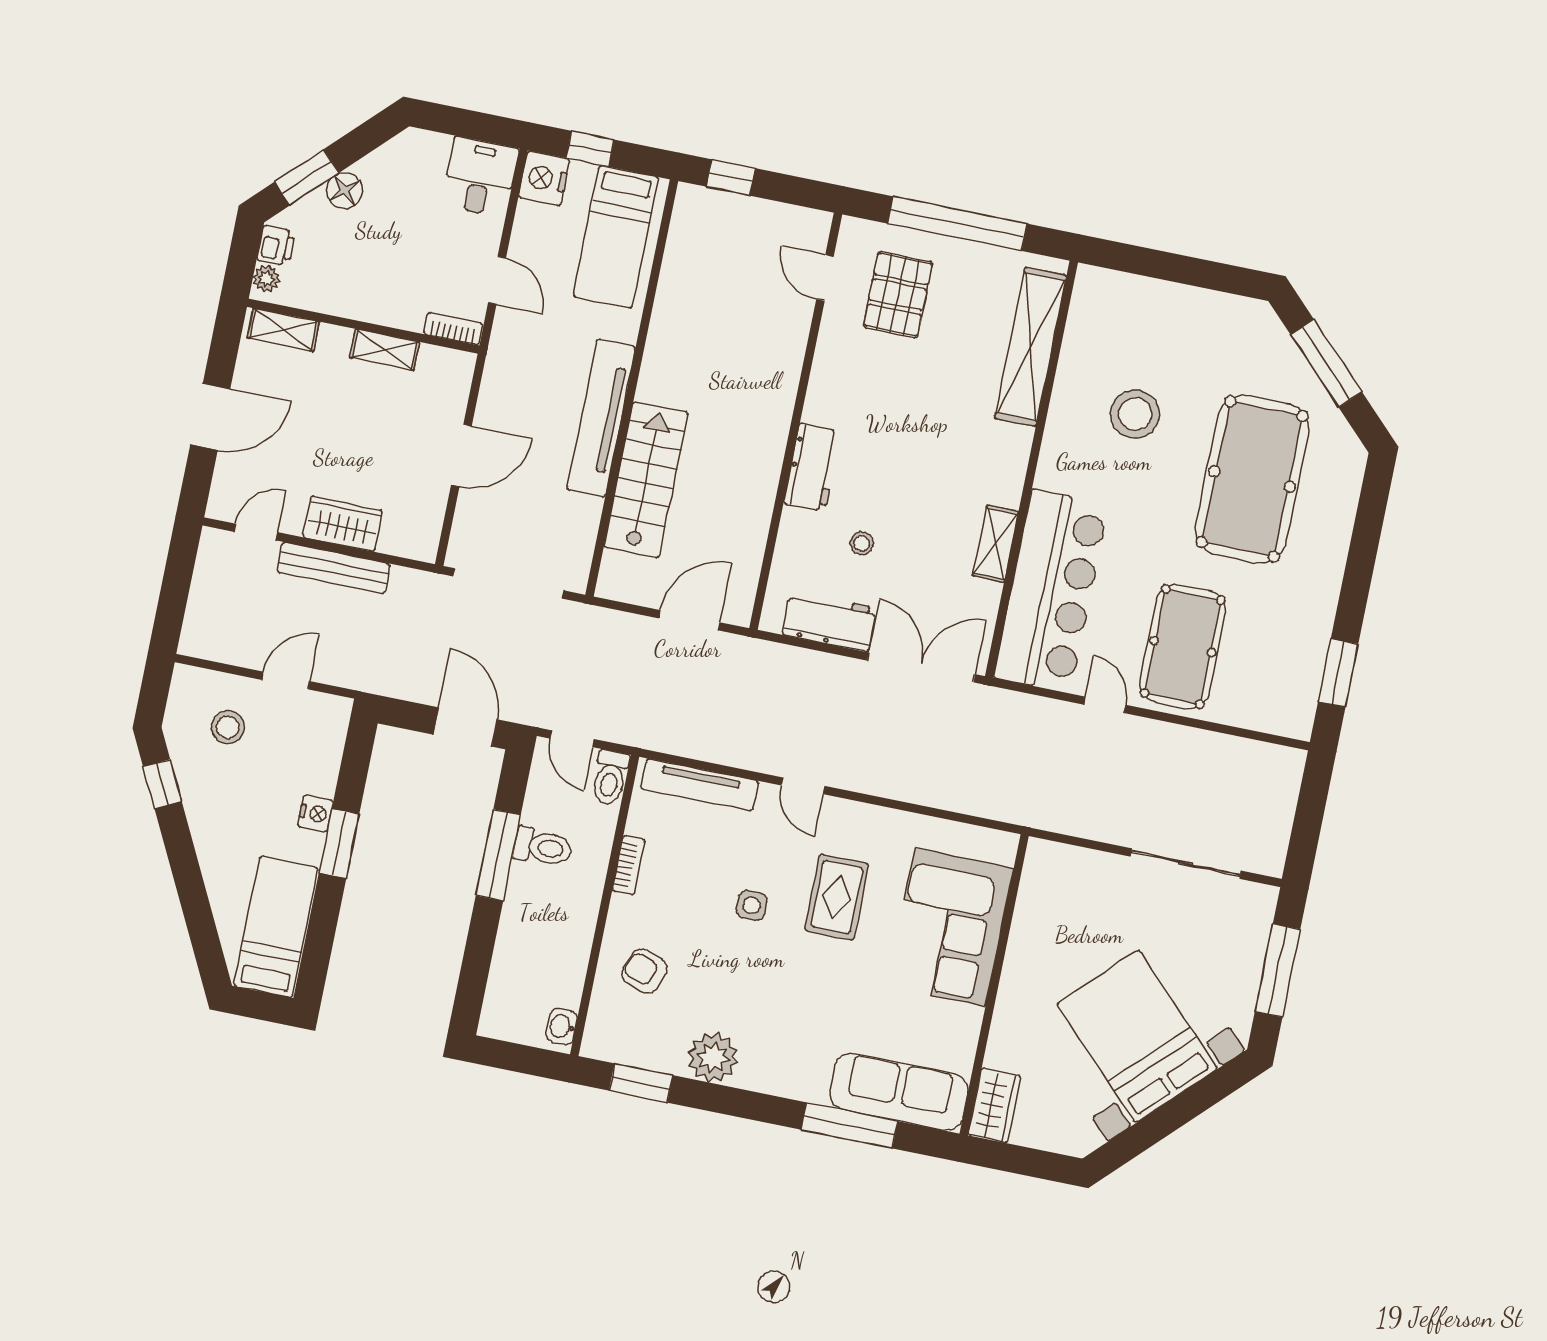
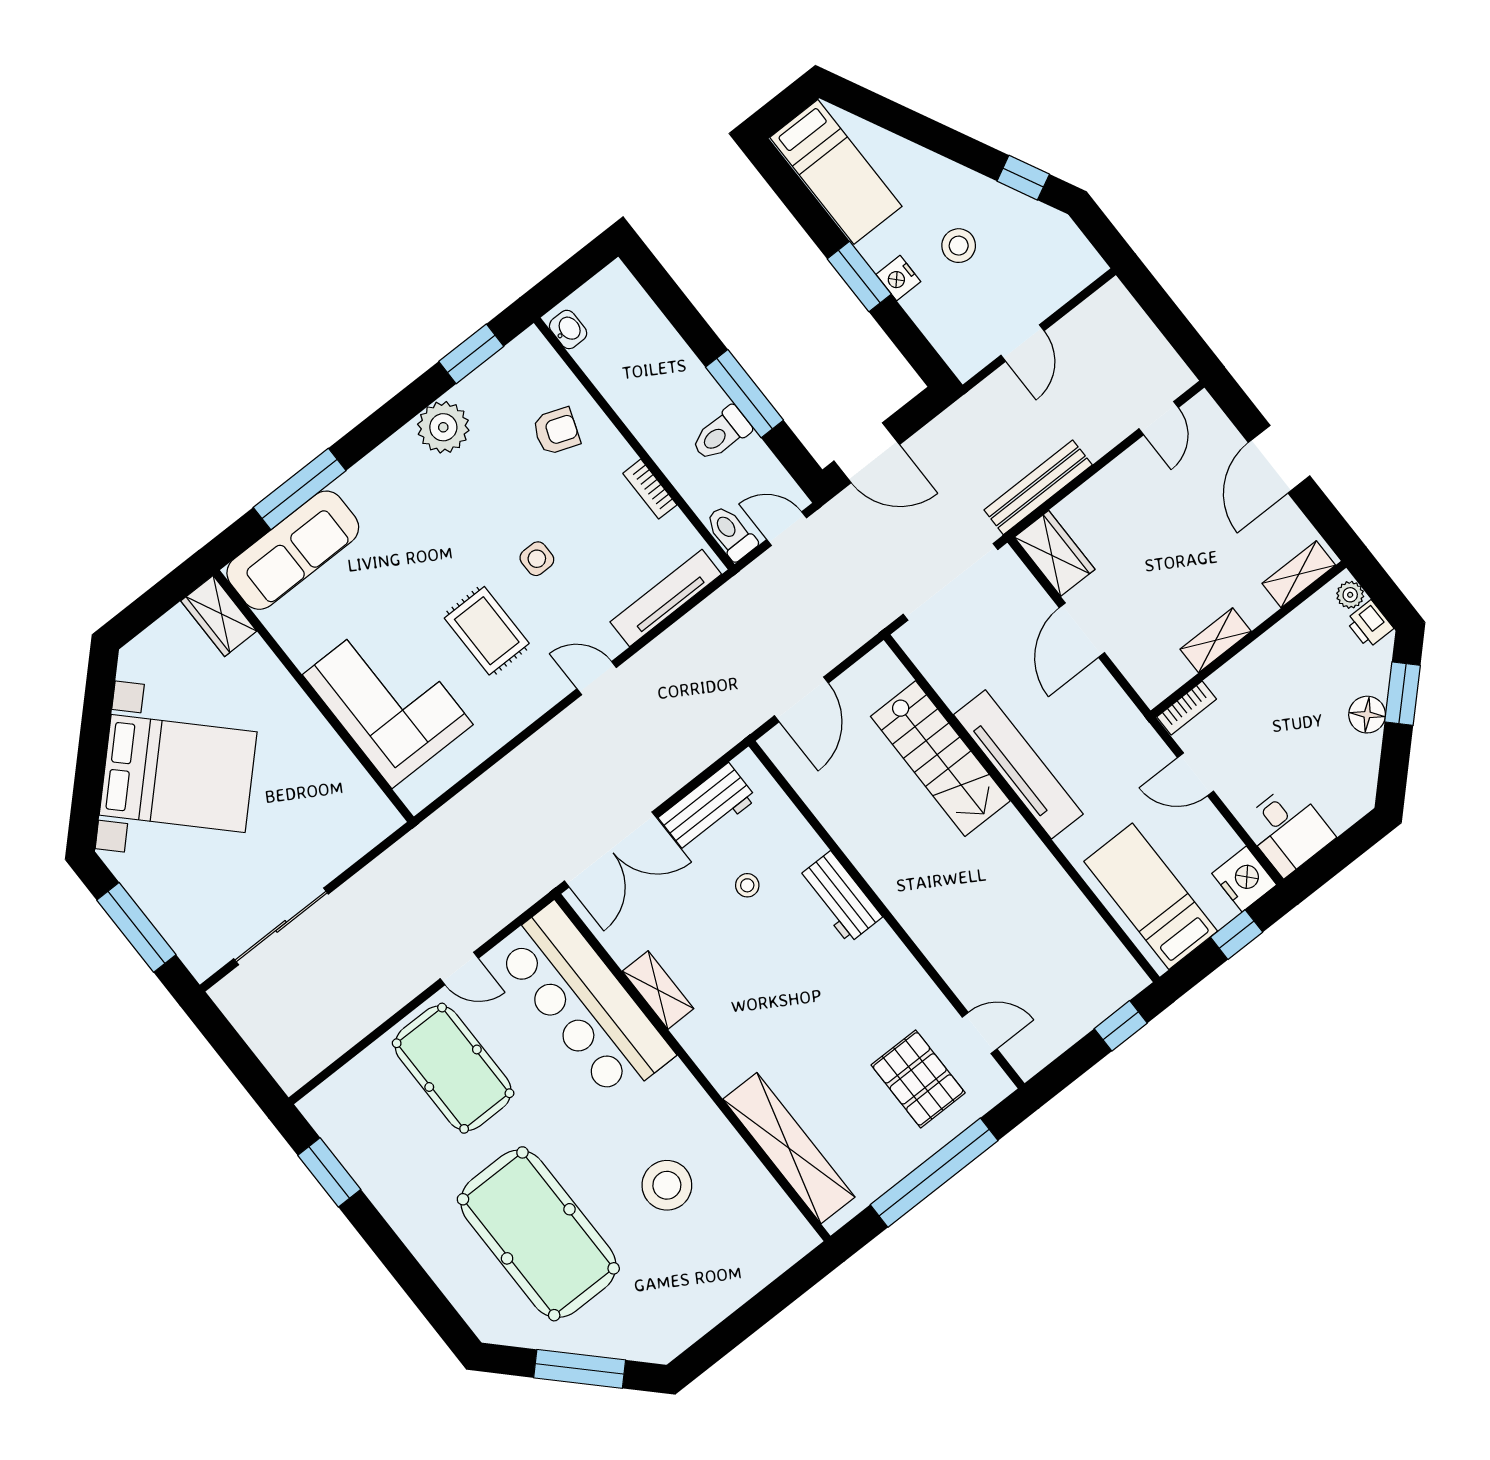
wardrobe: (343, 524) -> (1055, 553), moved, turned -90
bench: (334, 568) -> (1038, 487), moved
stool: (228, 727) -> (959, 246), moved

